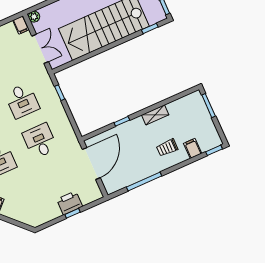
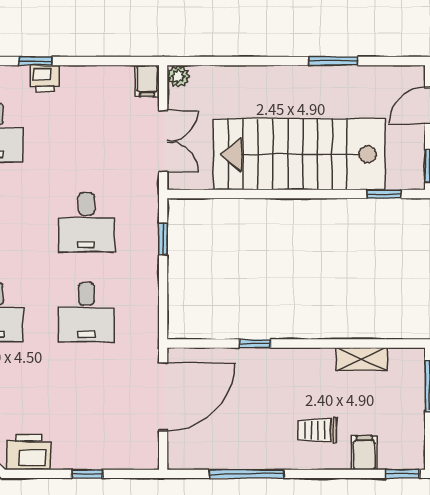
shelving: (155, 115) -> (362, 359), moved
desk: (40, 141) -> (86, 312), turned 180
printer: (70, 203) -> (29, 452), moved

